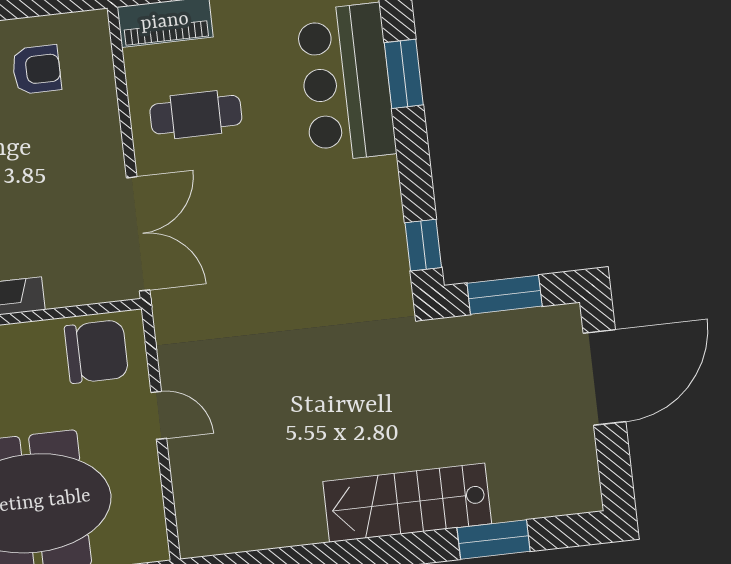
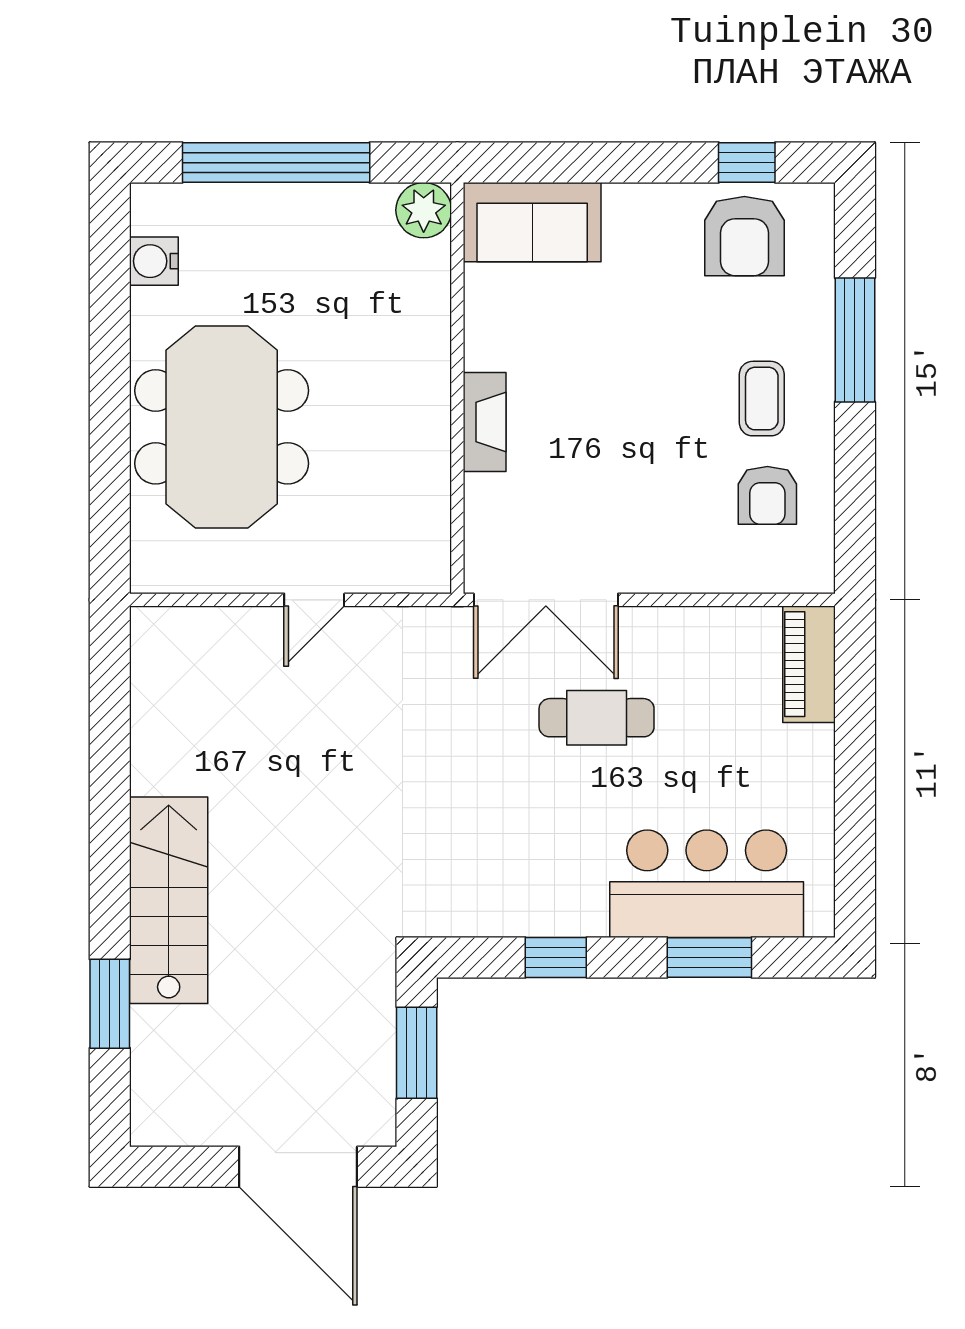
cafe table: (196, 115) -> (597, 718), moved, turned 90
window: (423, 245) -> (556, 957), moved
chair: (96, 352) -> (404, 530), removed

